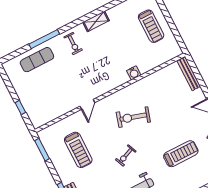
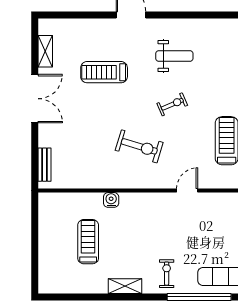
treadmill: (151, 26) -> (88, 242), moved
window: (44, 39) -> (199, 297), width x1.46
bench: (189, 74) -> (44, 165), width x0.73

